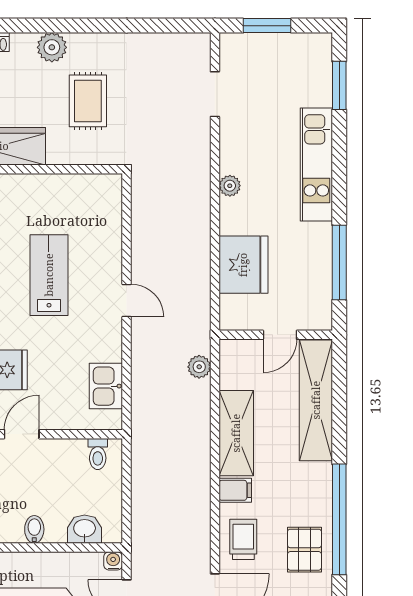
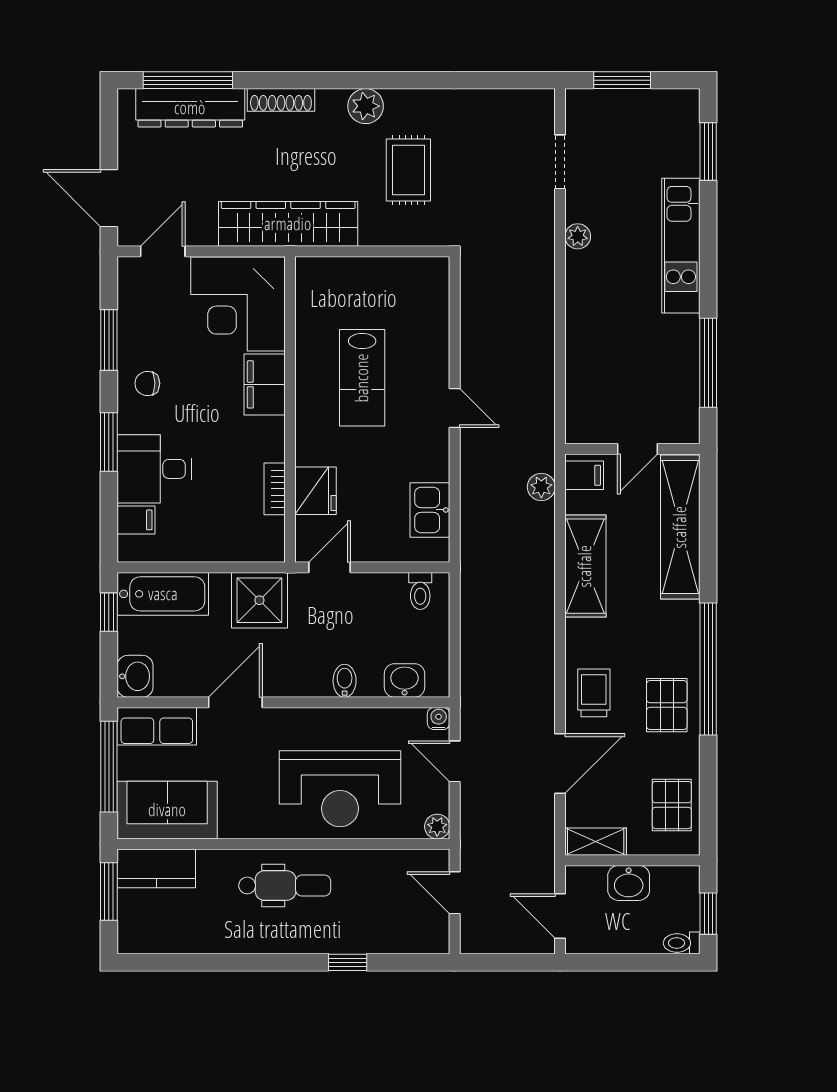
plant: (230, 186) -> (578, 236), moved
fridge: (243, 265) -> (594, 365), removed
lab bench: (49, 275) -> (362, 378), turned 180
filing cabinet: (235, 490) -> (584, 475), moved

